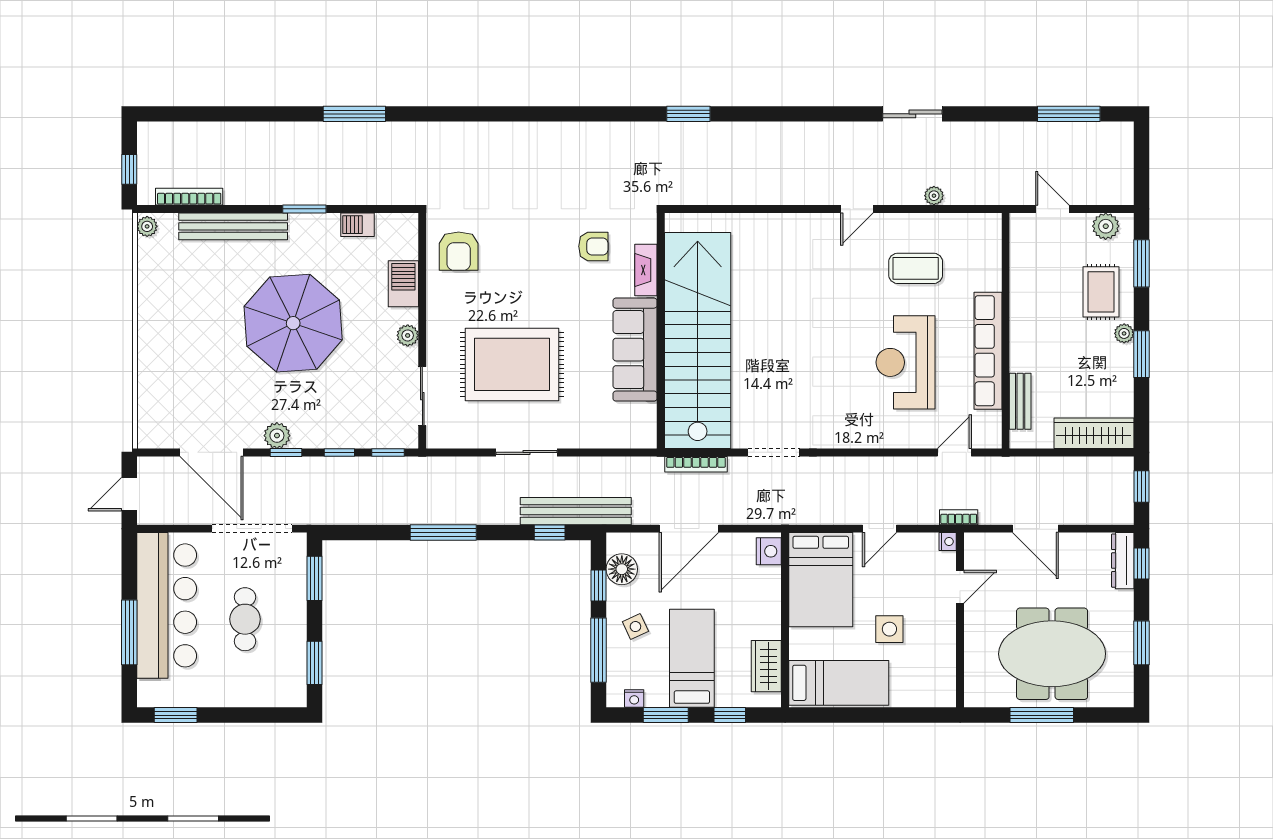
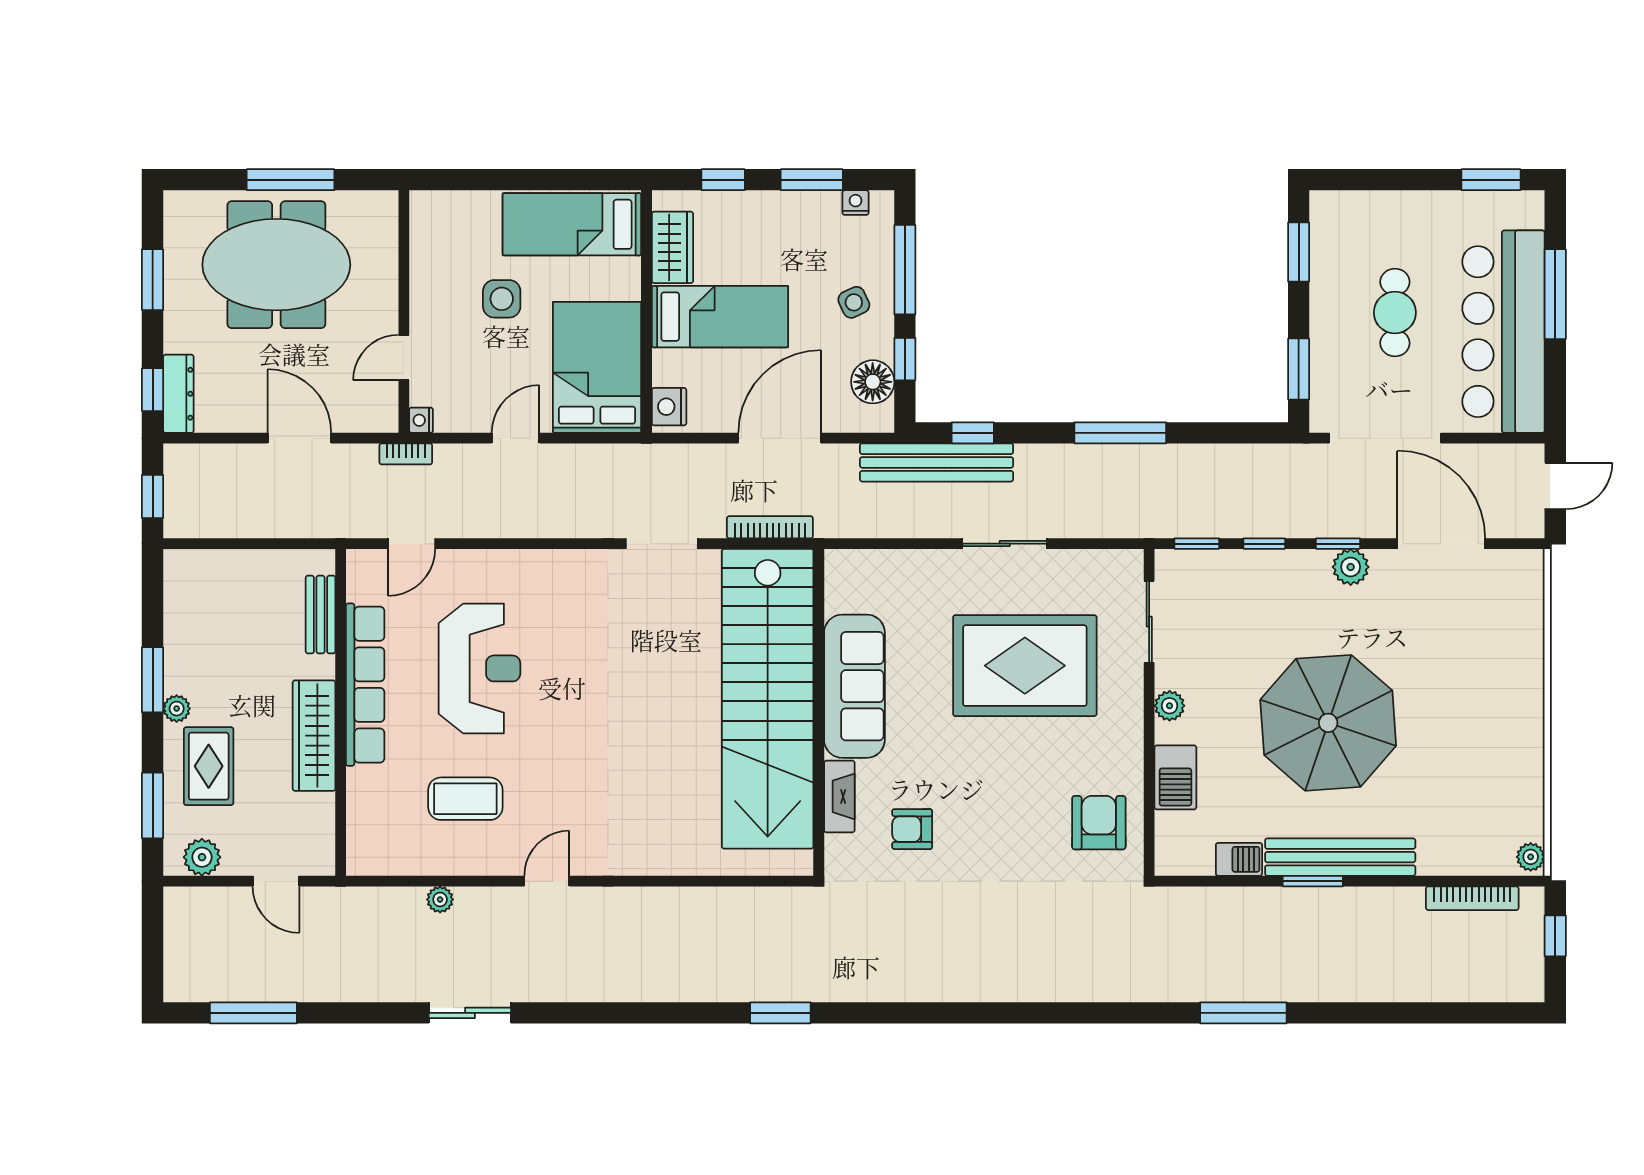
bench: (233, 226) -> (1340, 857), moved
wardrobe: (1094, 433) -> (314, 736), moved, turned 90
bed: (692, 658) -> (720, 317), moved, turned -90

